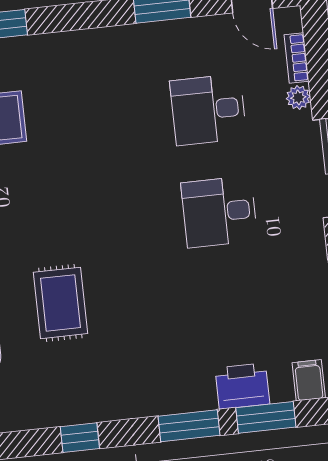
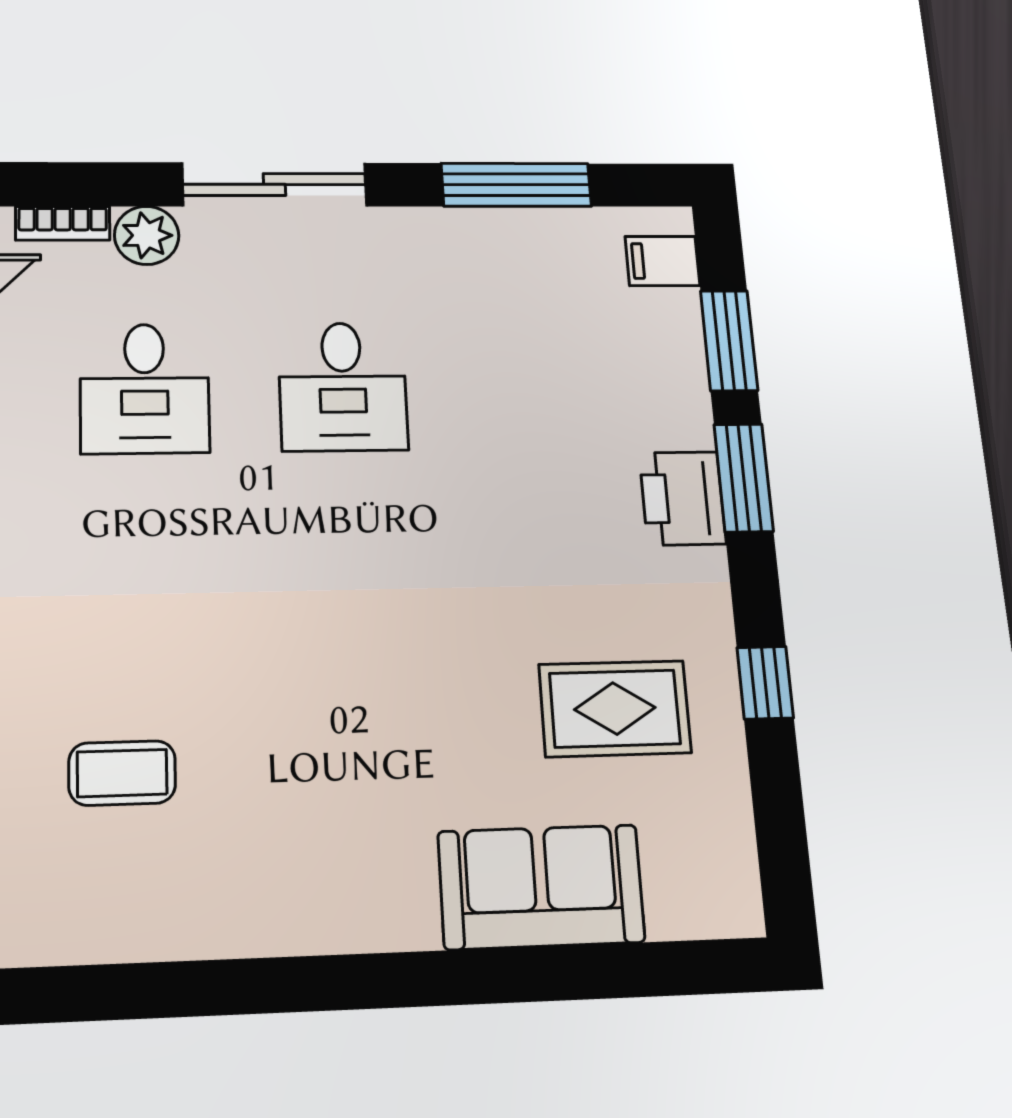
plant: (298, 97) -> (147, 235), width x1.38, depth x1.38
rug: (60, 303) -> (615, 709), moved
printer: (242, 386) -> (683, 498), moved

